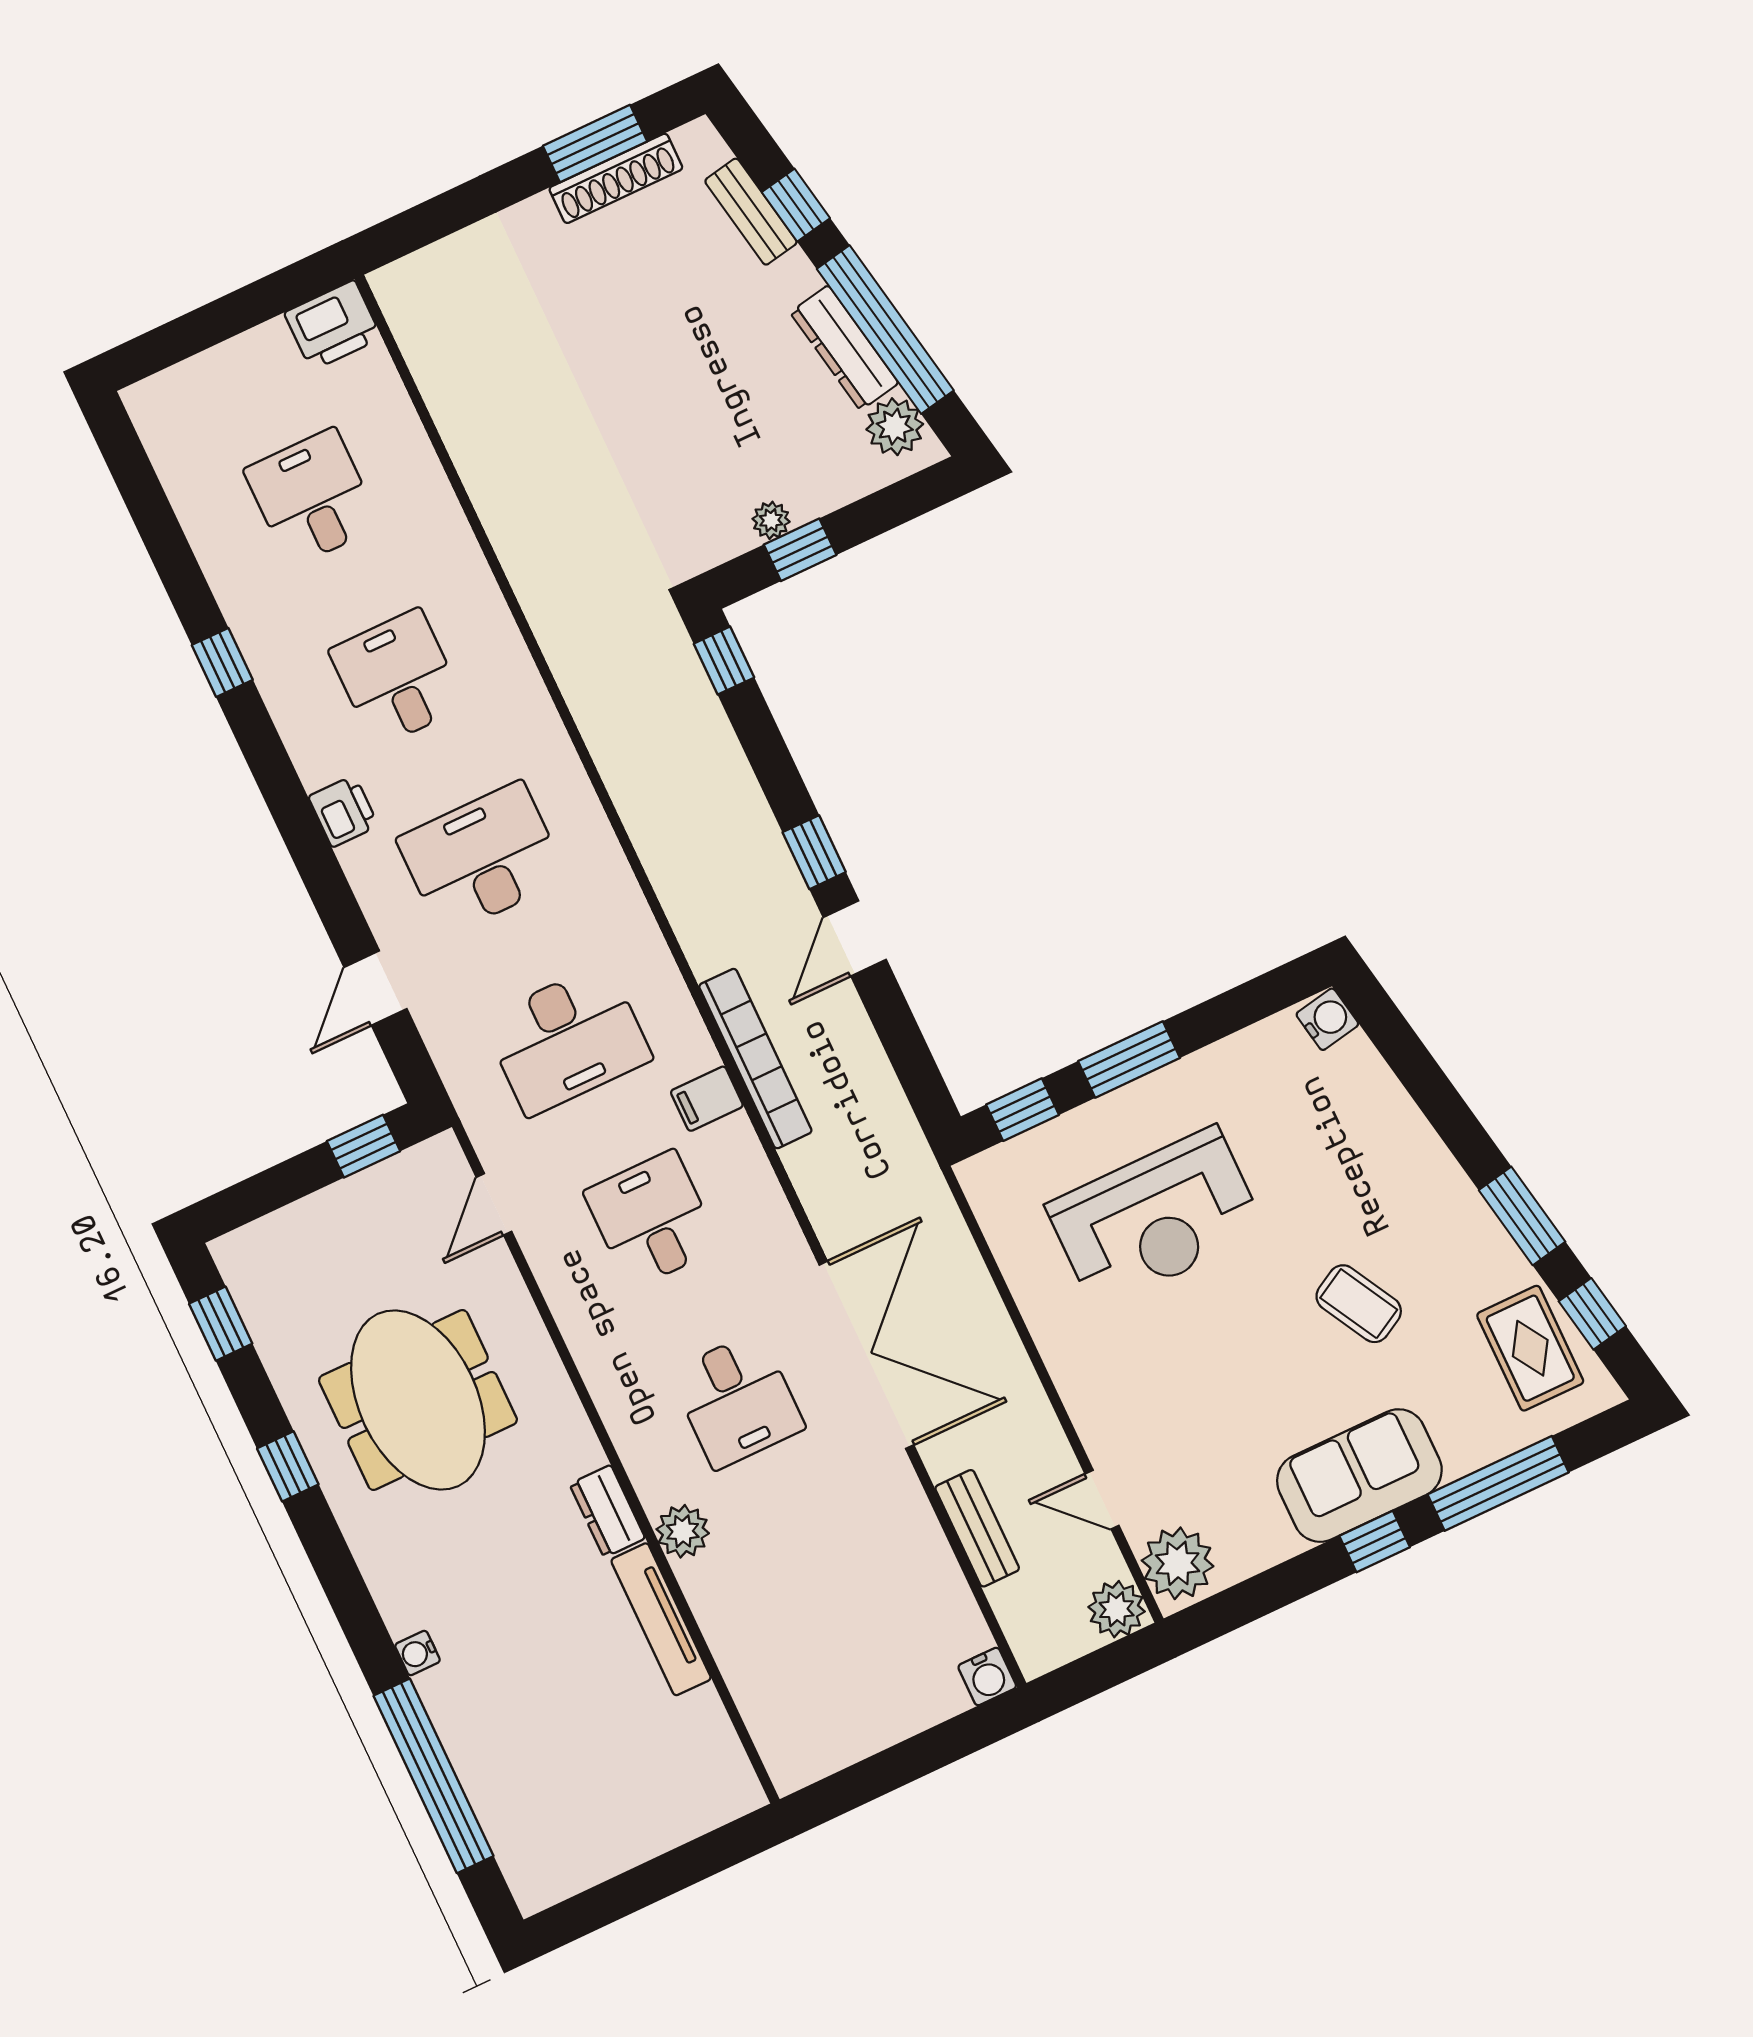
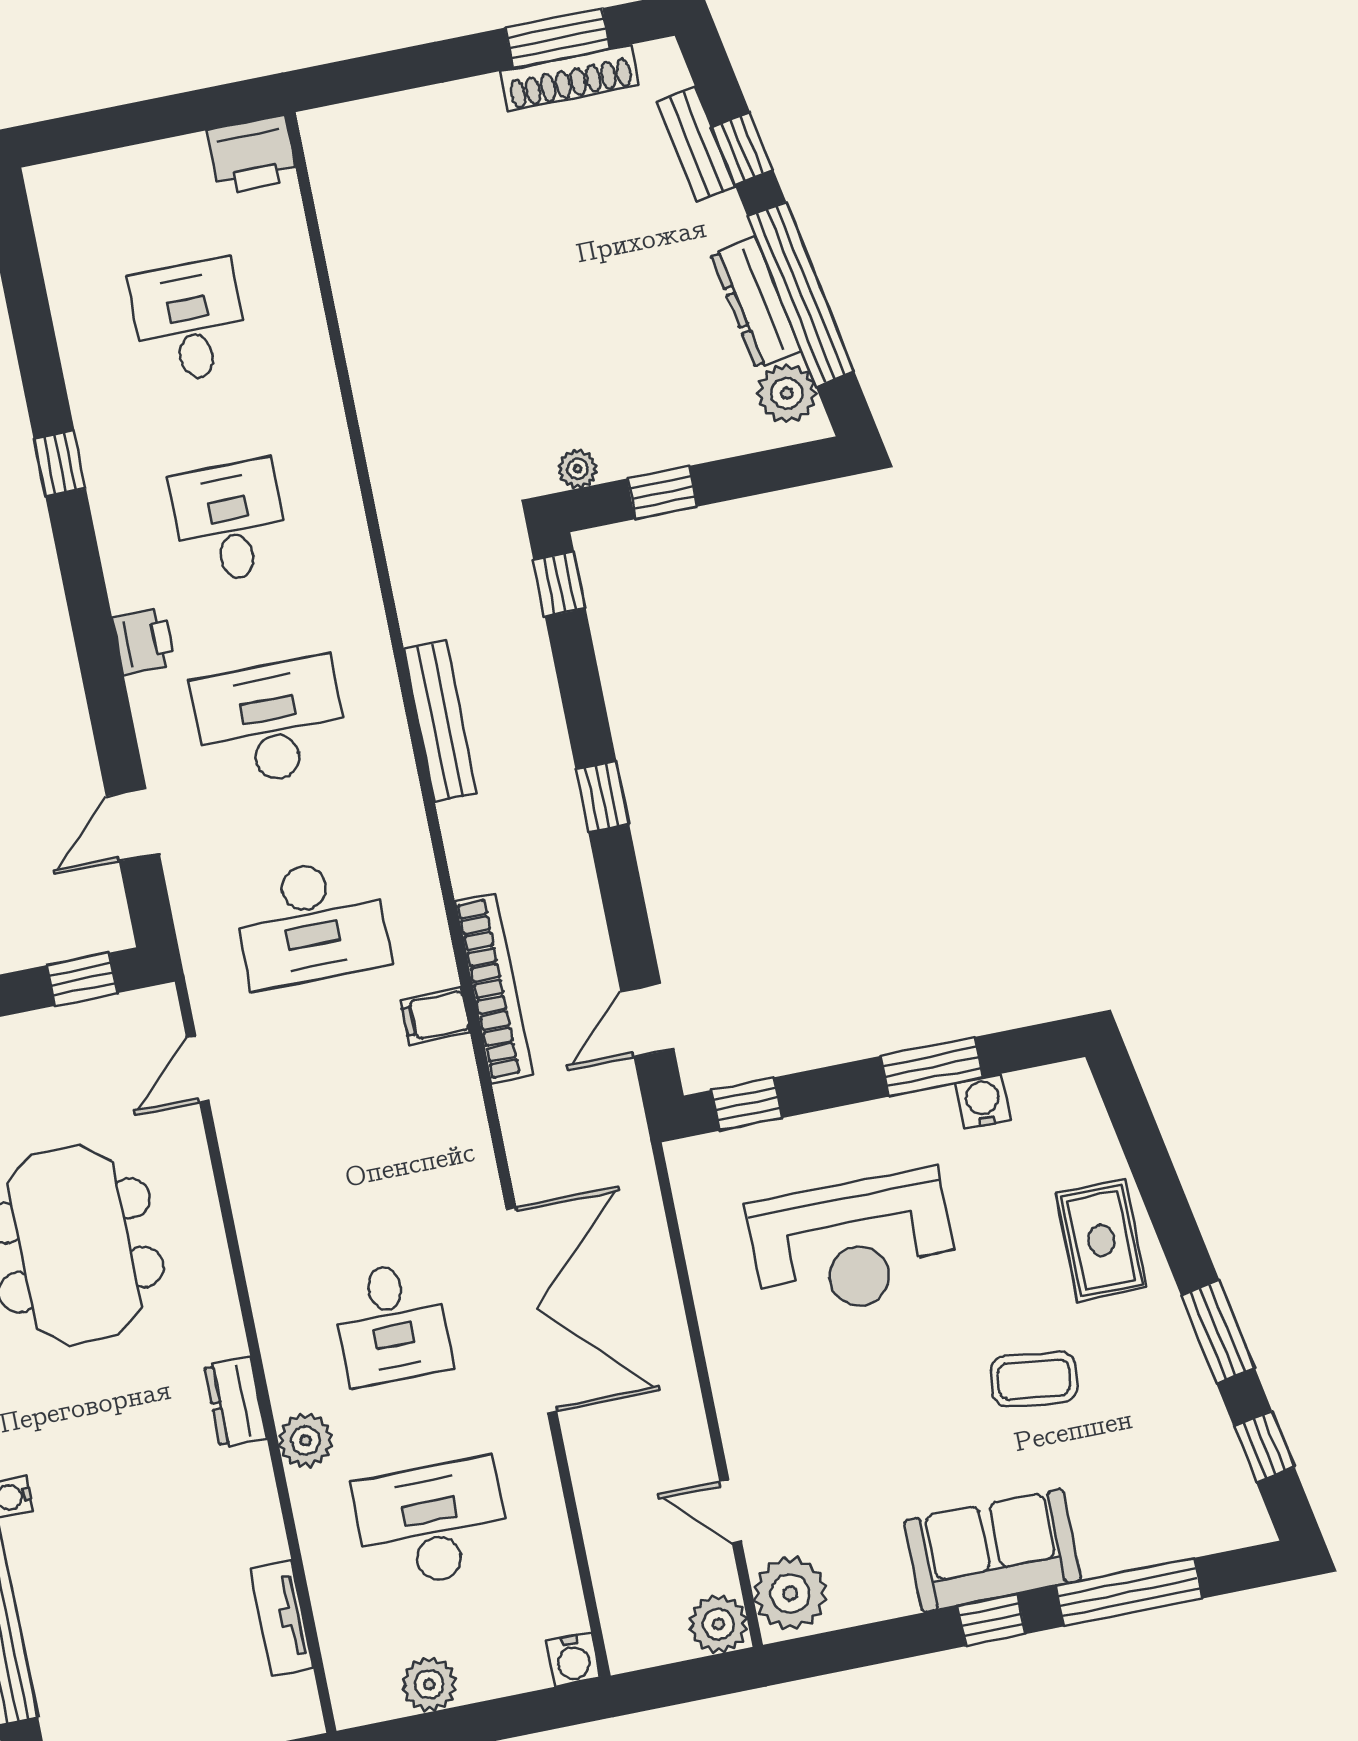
plant: (771, 520) -> (578, 469), moved
door: (855, 938) -> (647, 1020), moved
water cooler: (1327, 1019) -> (983, 1102), moved, turned -80
window: (1129, 1059) -> (932, 1067), moved
desk: (652, 1220) -> (432, 1524), moved, width x1.37
coffee table: (1359, 1304) -> (1034, 1379), turned -54
rug: (1530, 1348) -> (1101, 1240), moved
bench: (977, 1528) -> (440, 721), moved, width x1.36
tv unit: (661, 1619) -> (282, 1618), moved, width x0.71
plant: (857, 1734) -> (429, 1684), added

